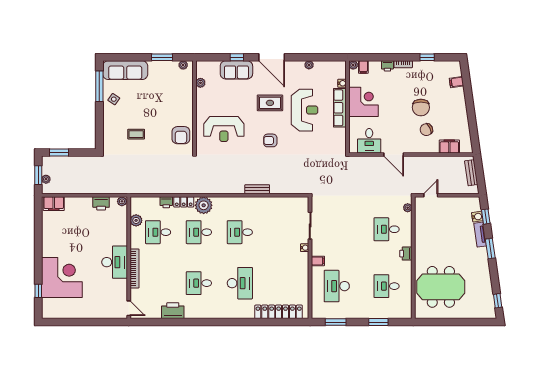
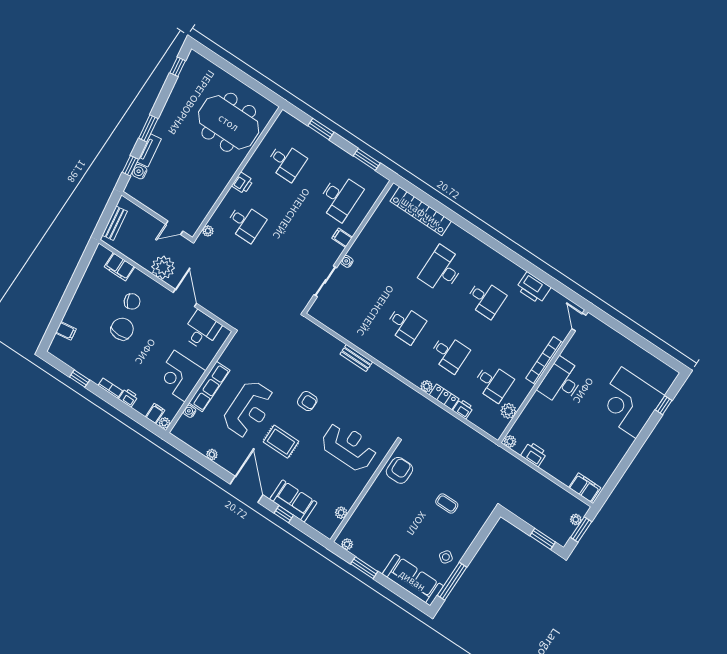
reception desk: (305, 110) -> (249, 409), turned 180
plant: (421, 165) -> (163, 267), added
plant: (204, 205) -> (427, 386), width x0.53, depth x0.53

